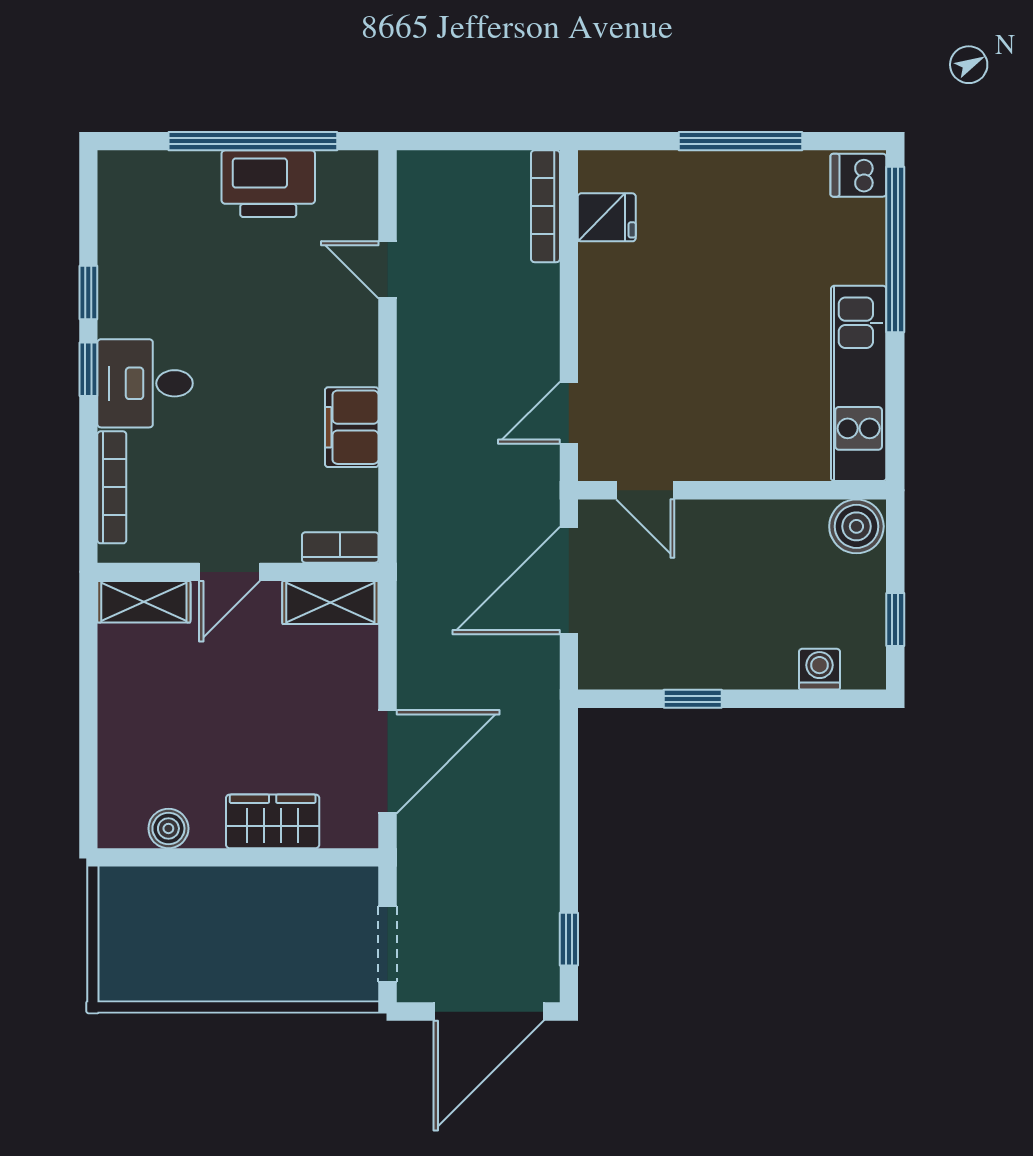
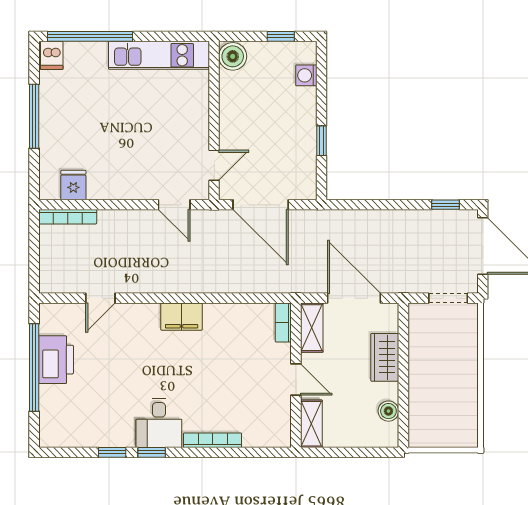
bookcase: (340, 547) -> (283, 322), moved
door: (230, 572) -> (296, 380), moved
wall: (238, 572) -> (296, 375), moved
shelving: (144, 602) -> (311, 424), moved
shelving: (330, 603) -> (312, 328), moved

